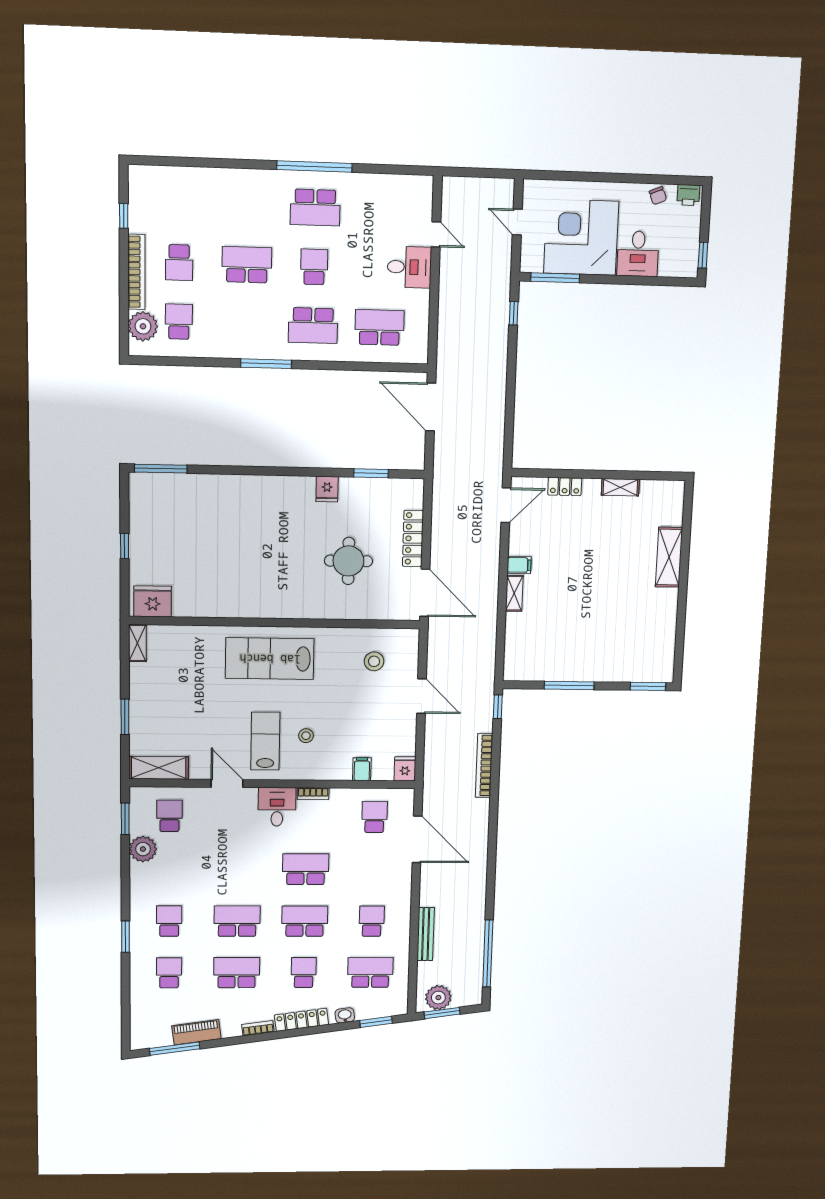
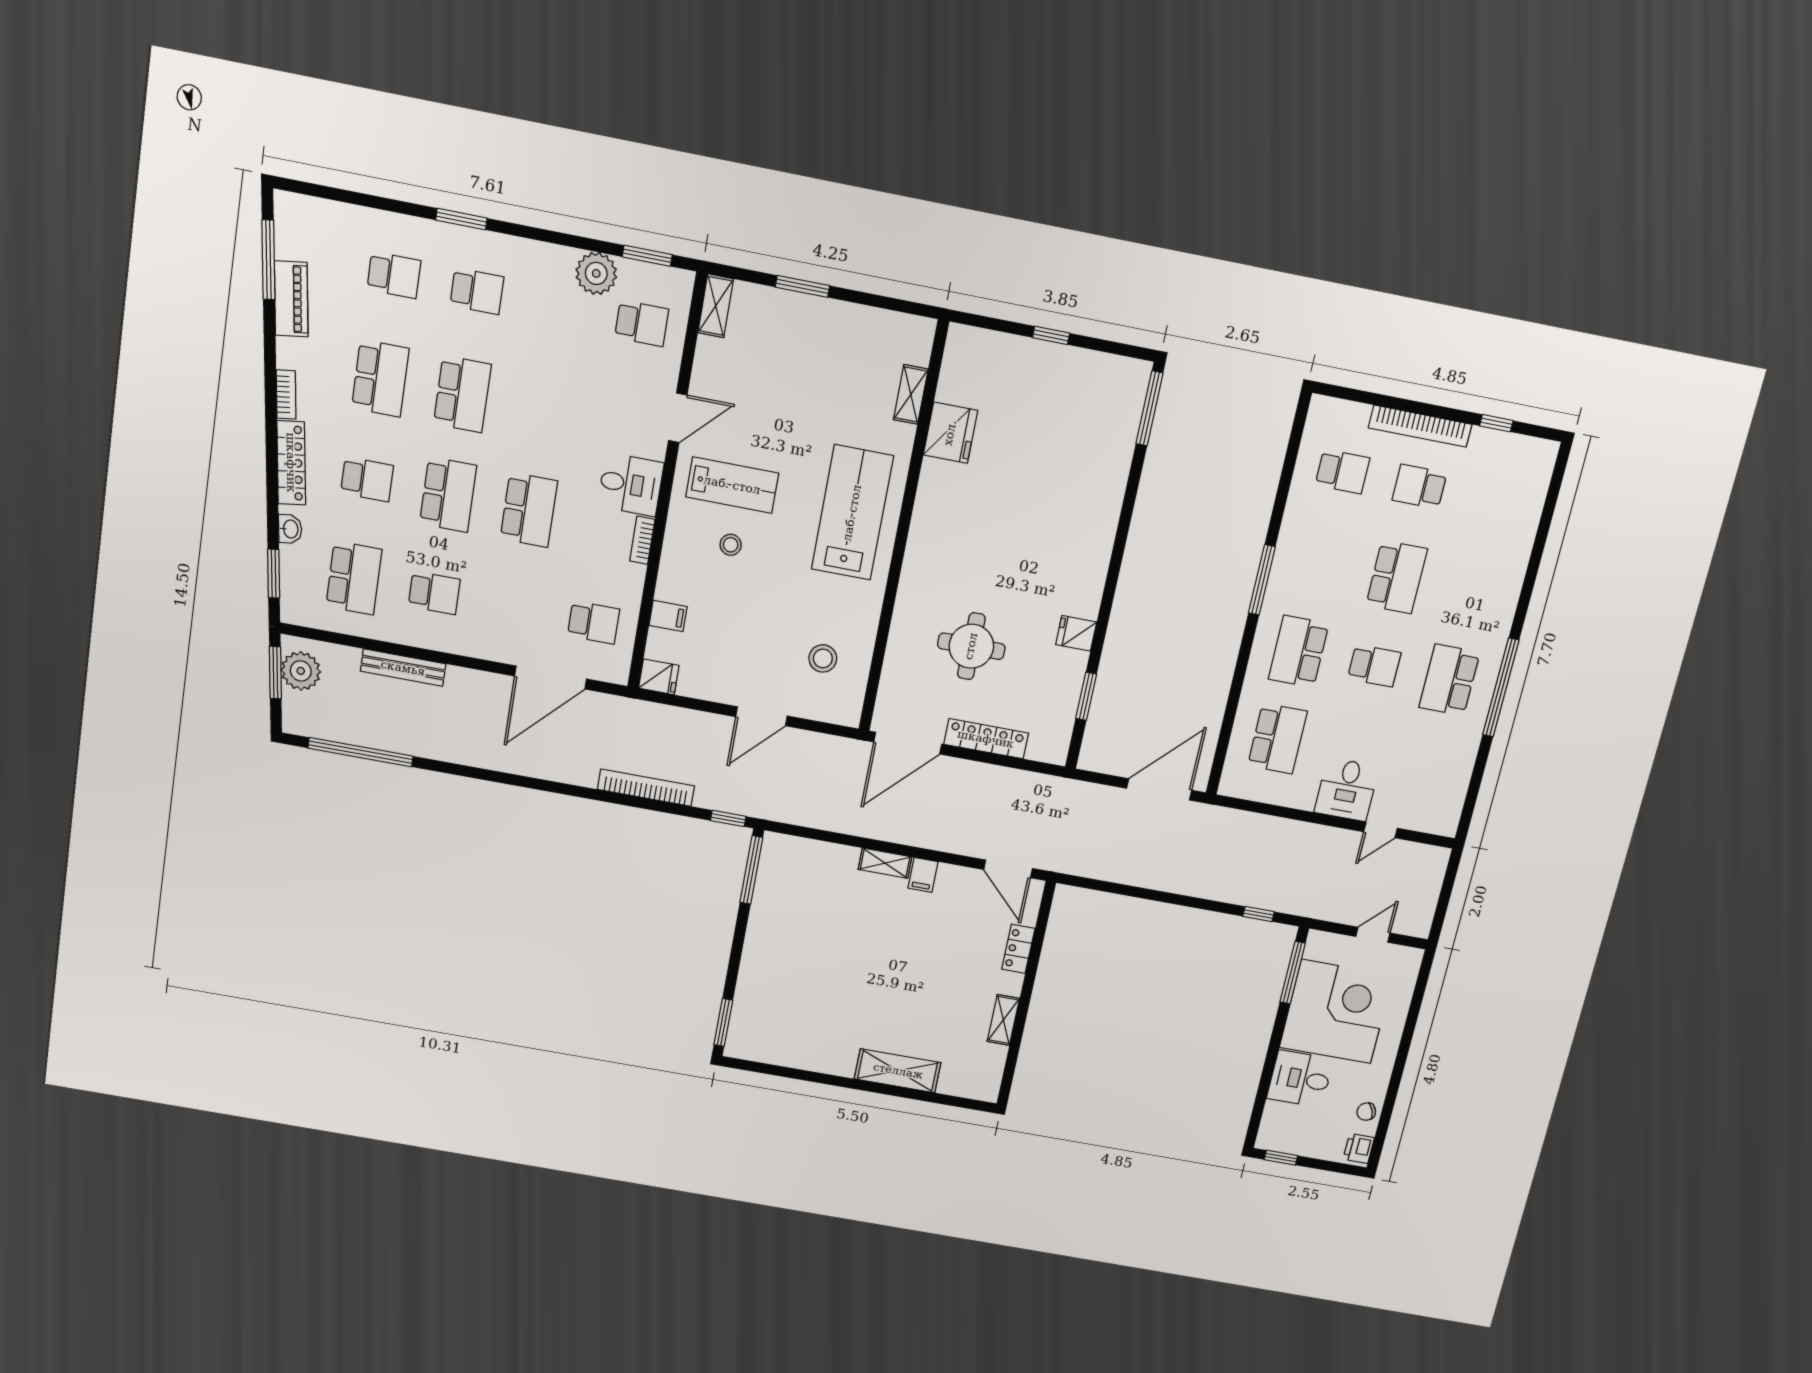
plant: (143, 326) -> (1347, 421), removed
fridge: (153, 601) -> (950, 433), moved
shelving: (137, 643) -> (911, 394), moved, turned 90
window: (569, 686) -> (751, 870), moved
shelving: (159, 768) -> (716, 306), width x0.67, depth x0.75

